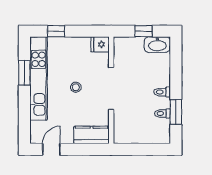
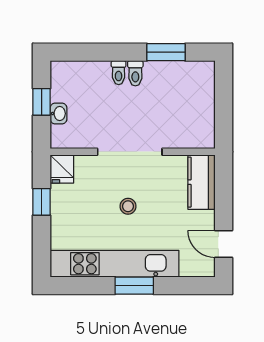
window: (56, 31) -> (42, 202), moved
washbasin: (157, 45) -> (59, 114), moved, width x0.52, depth x0.69
window: (24, 73) -> (134, 286), moved
toilet: (162, 113) -> (119, 73), moved

